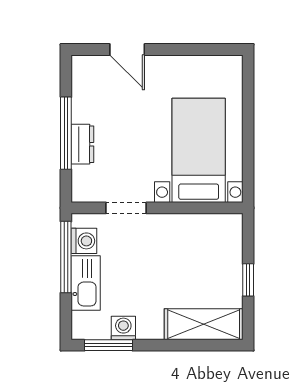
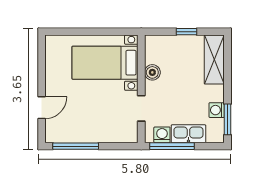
window: (66, 133) -> (76, 146), moved
dresser: (82, 144) -> (101, 136), removed
boiler: (183, 226) -> (152, 72), added

